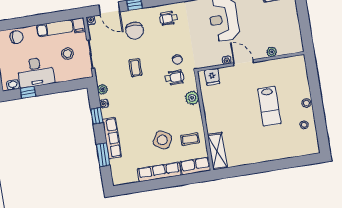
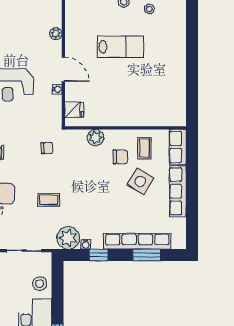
stool: (68, 54) -> (40, 284), moved
door: (244, 63) -> (63, 69), swing flipped
wheelchair: (174, 78) -> (68, 155), removed
plant: (103, 89) -> (68, 238), width x1.88, depth x1.88
chair: (180, 120) -> (120, 157), added
row of seats: (112, 138) -> (137, 241), width x1.36
shelving: (217, 151) -> (164, 118), removed

